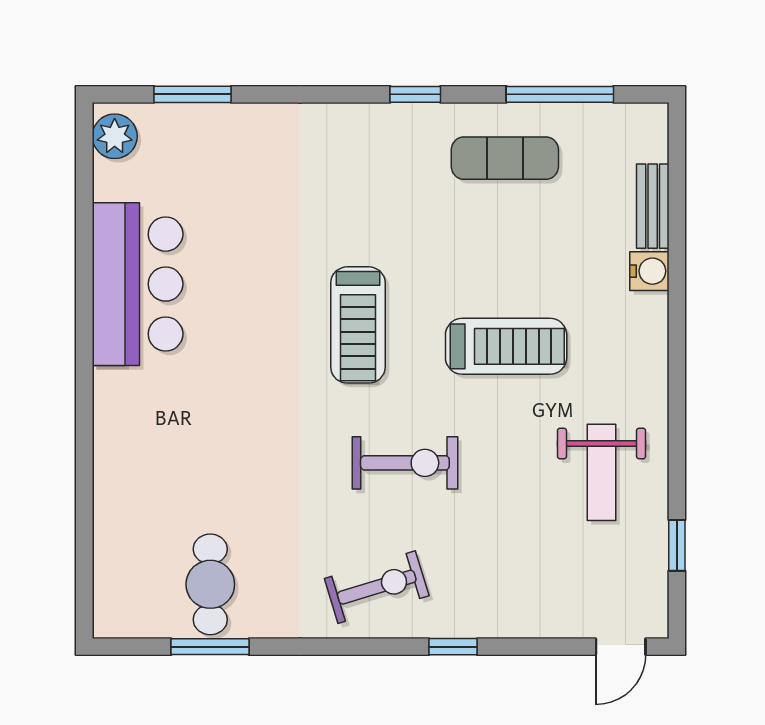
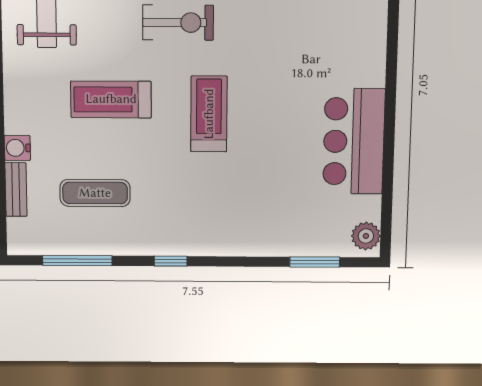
exercise mat: (505, 158) -> (95, 193), moved
exercise bike: (405, 463) -> (178, 23), turned 180

